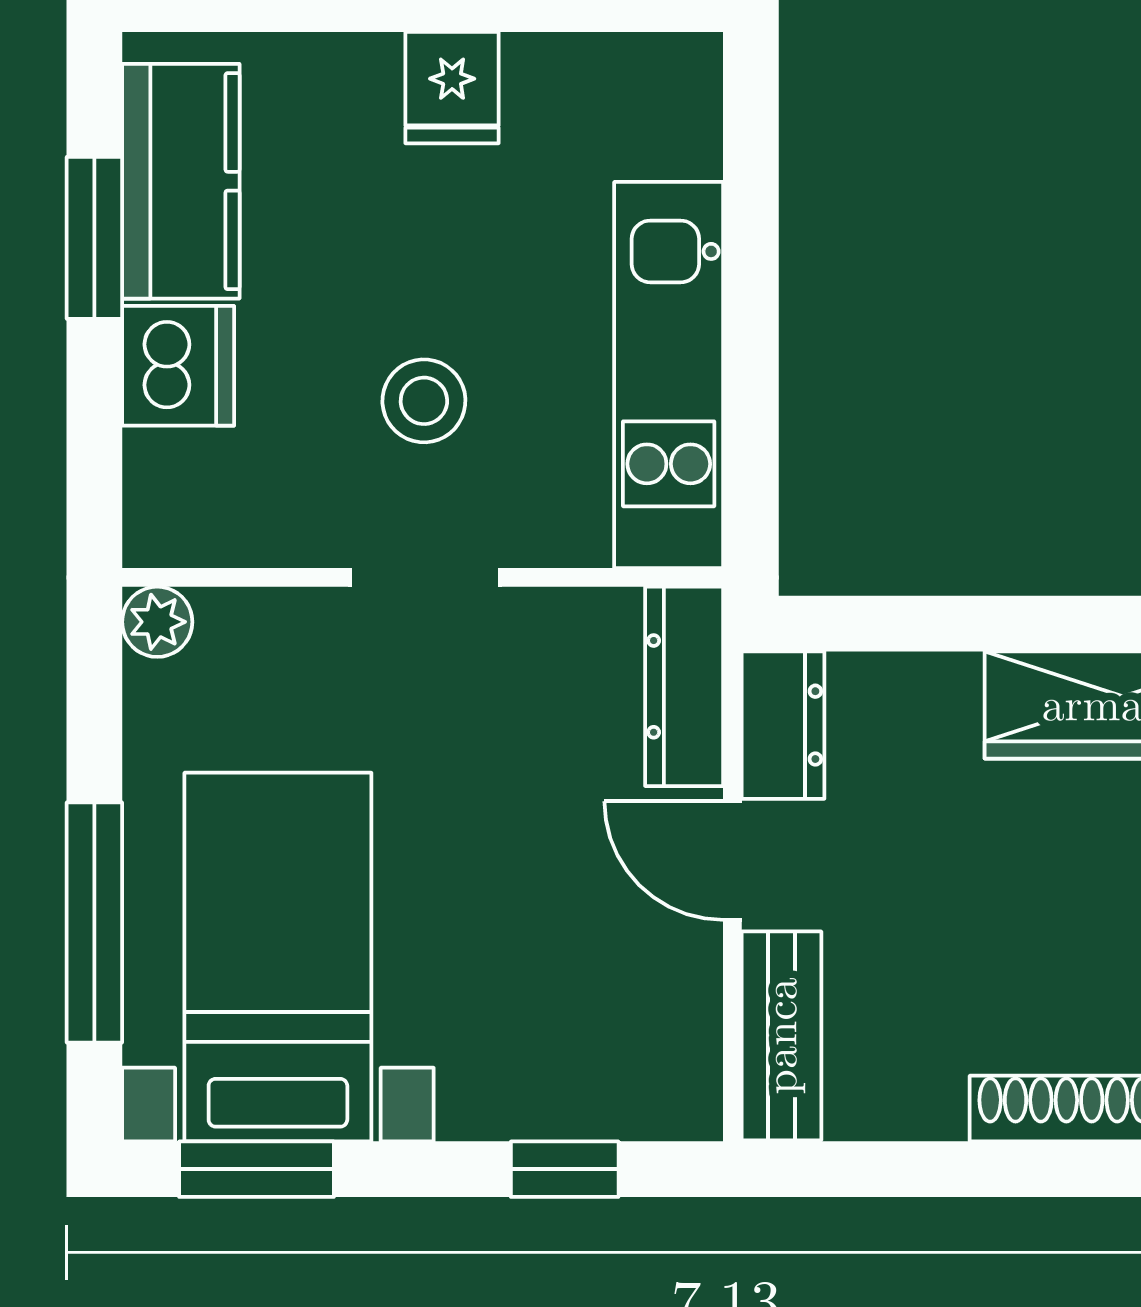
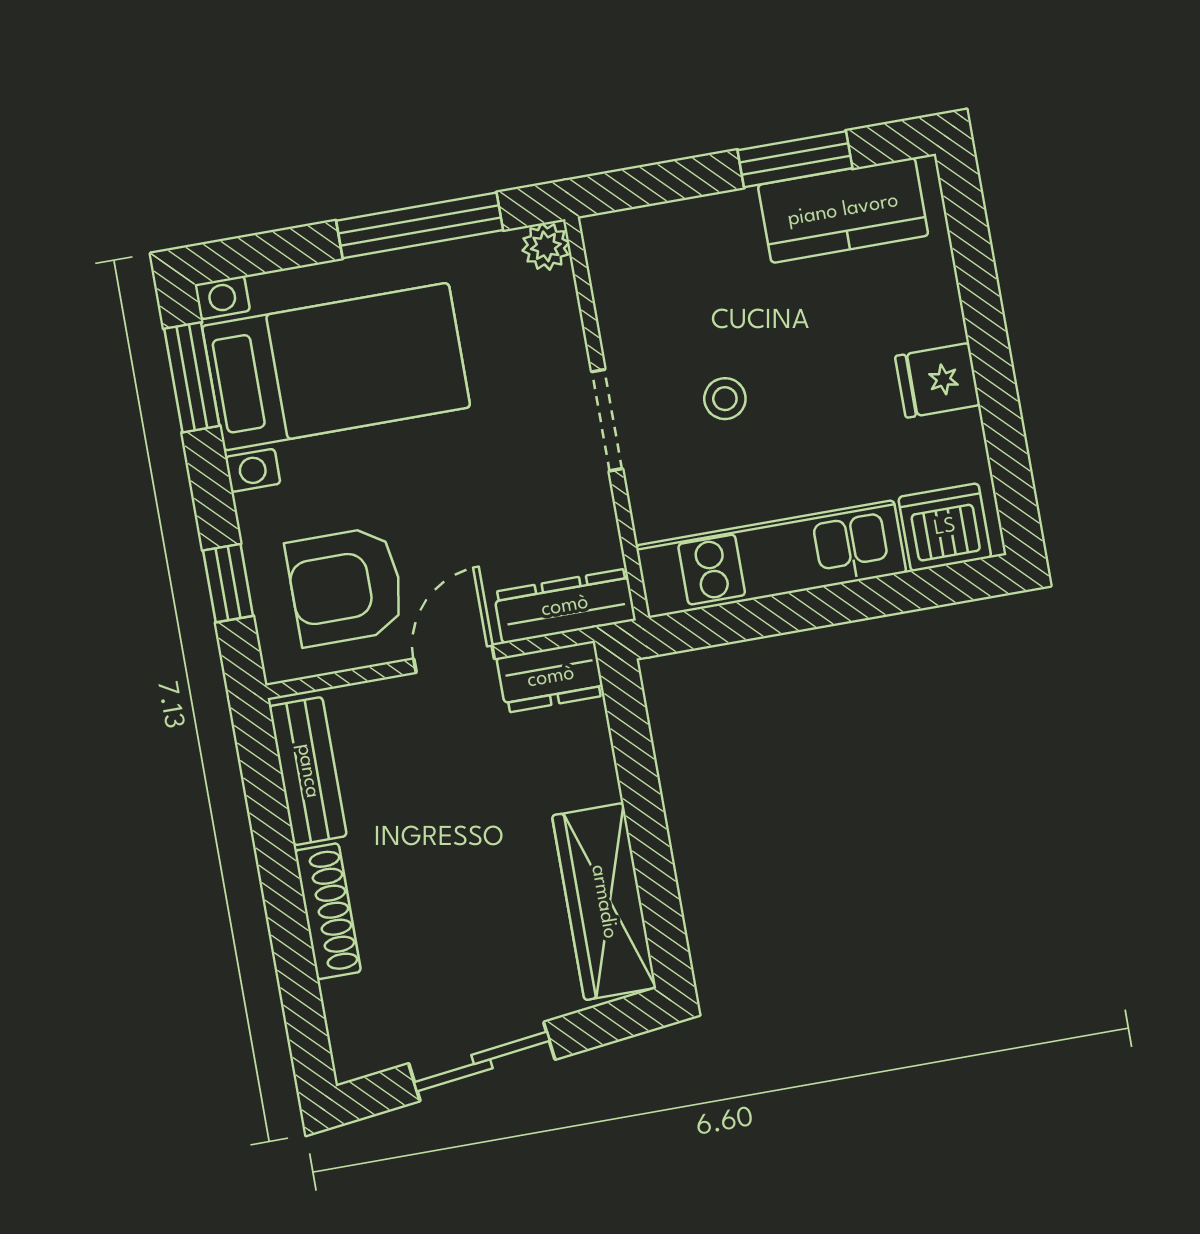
dishwasher: (178, 366) -> (945, 527), moved, turned 180
stool: (424, 401) -> (725, 399), width x0.73, depth x0.73
window: (94, 922) -> (420, 225), moved
armchair: (599, 999) -> (346, 586), added
bench: (781, 1036) -> (308, 771), moved, turned 90

